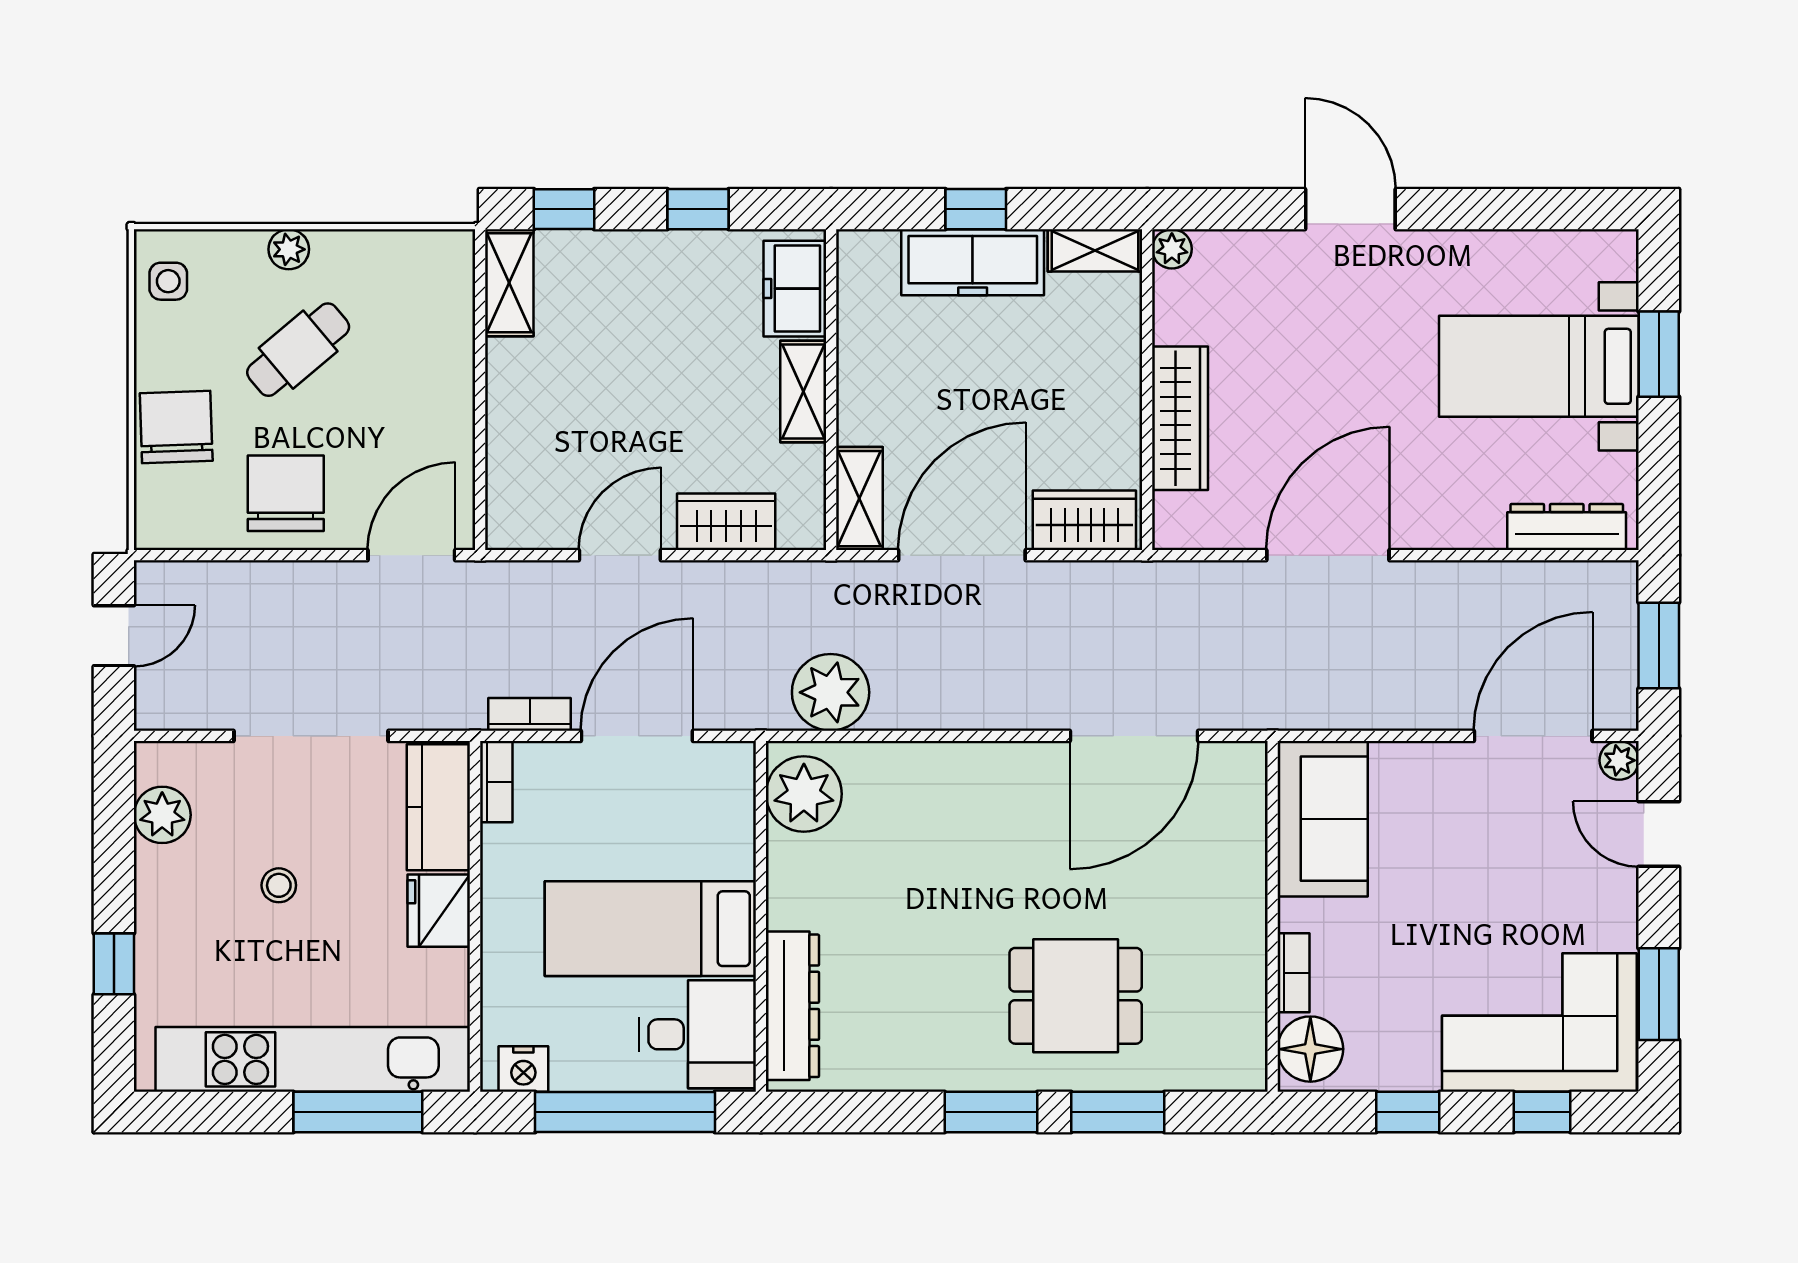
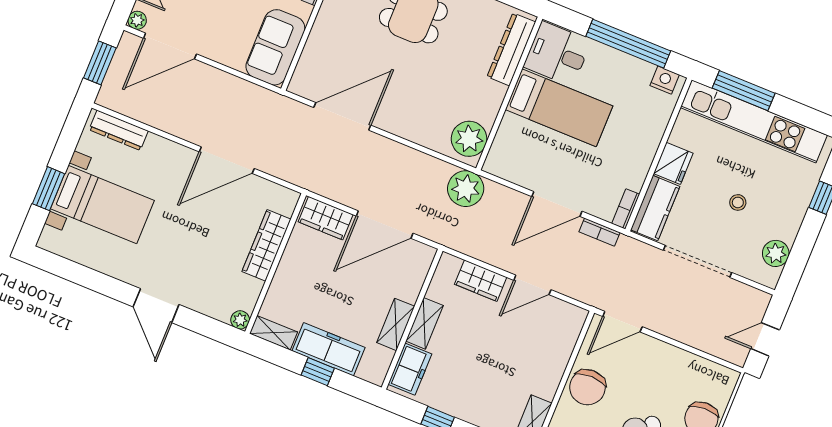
chair: (286, 493) -> (588, 387), moved
shelving: (859, 499) -> (396, 324), moved
plant: (804, 794) -> (469, 139), moved
wall: (761, 916) -> (509, 94), moved
bed: (650, 929) -> (559, 108), moved
dresser: (792, 1006) -> (511, 49), moved
desk: (698, 1034) -> (557, 54), moved

